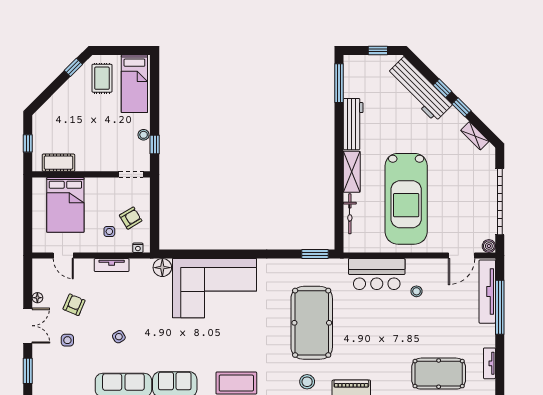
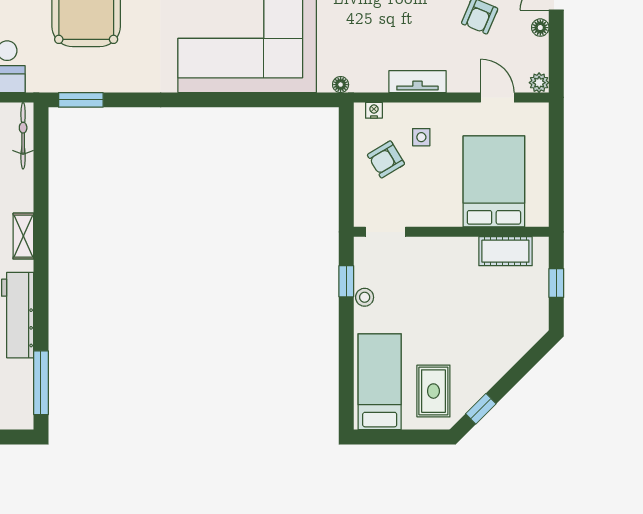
shelving: (352, 172) -> (23, 236), width x0.67, depth x0.75
bicycle: (350, 214) -> (23, 136), moved
plant: (38, 264) -> (539, 83), added
floor lamp: (162, 268) -> (341, 85), width x0.53, depth x0.53

